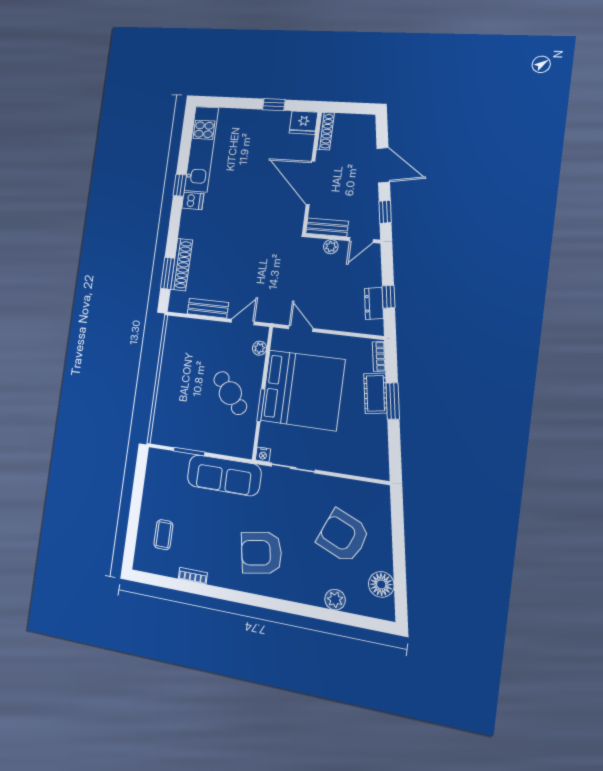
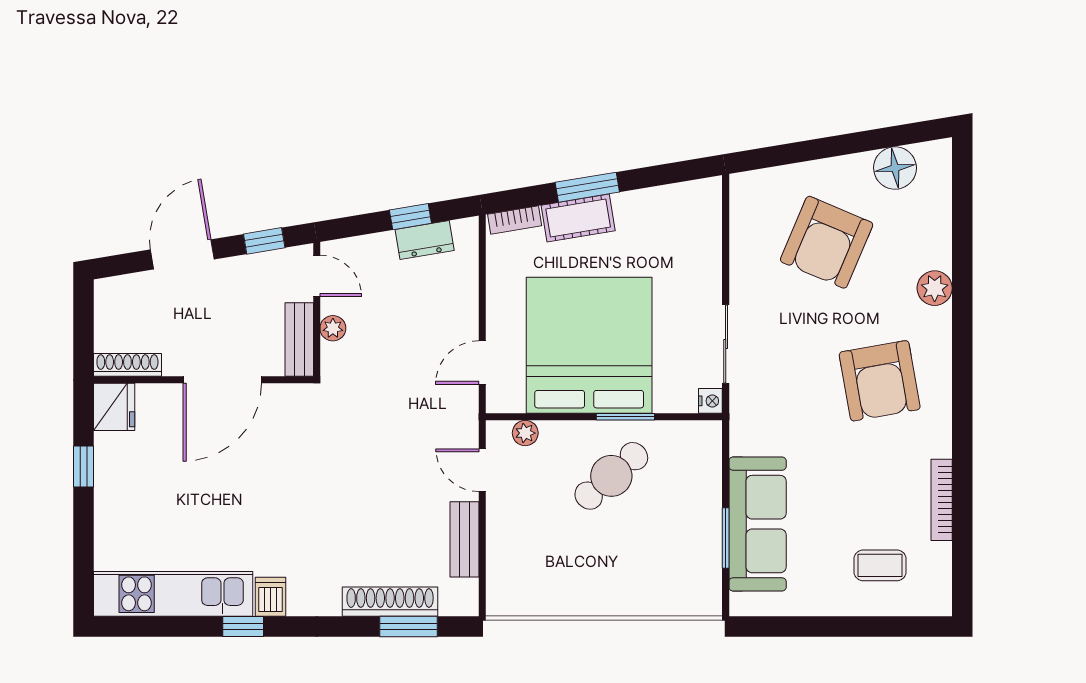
sofa: (224, 475) -> (758, 524), moved
bookcase: (193, 576) -> (942, 500), width x1.56
plant: (335, 600) -> (935, 288), moved

